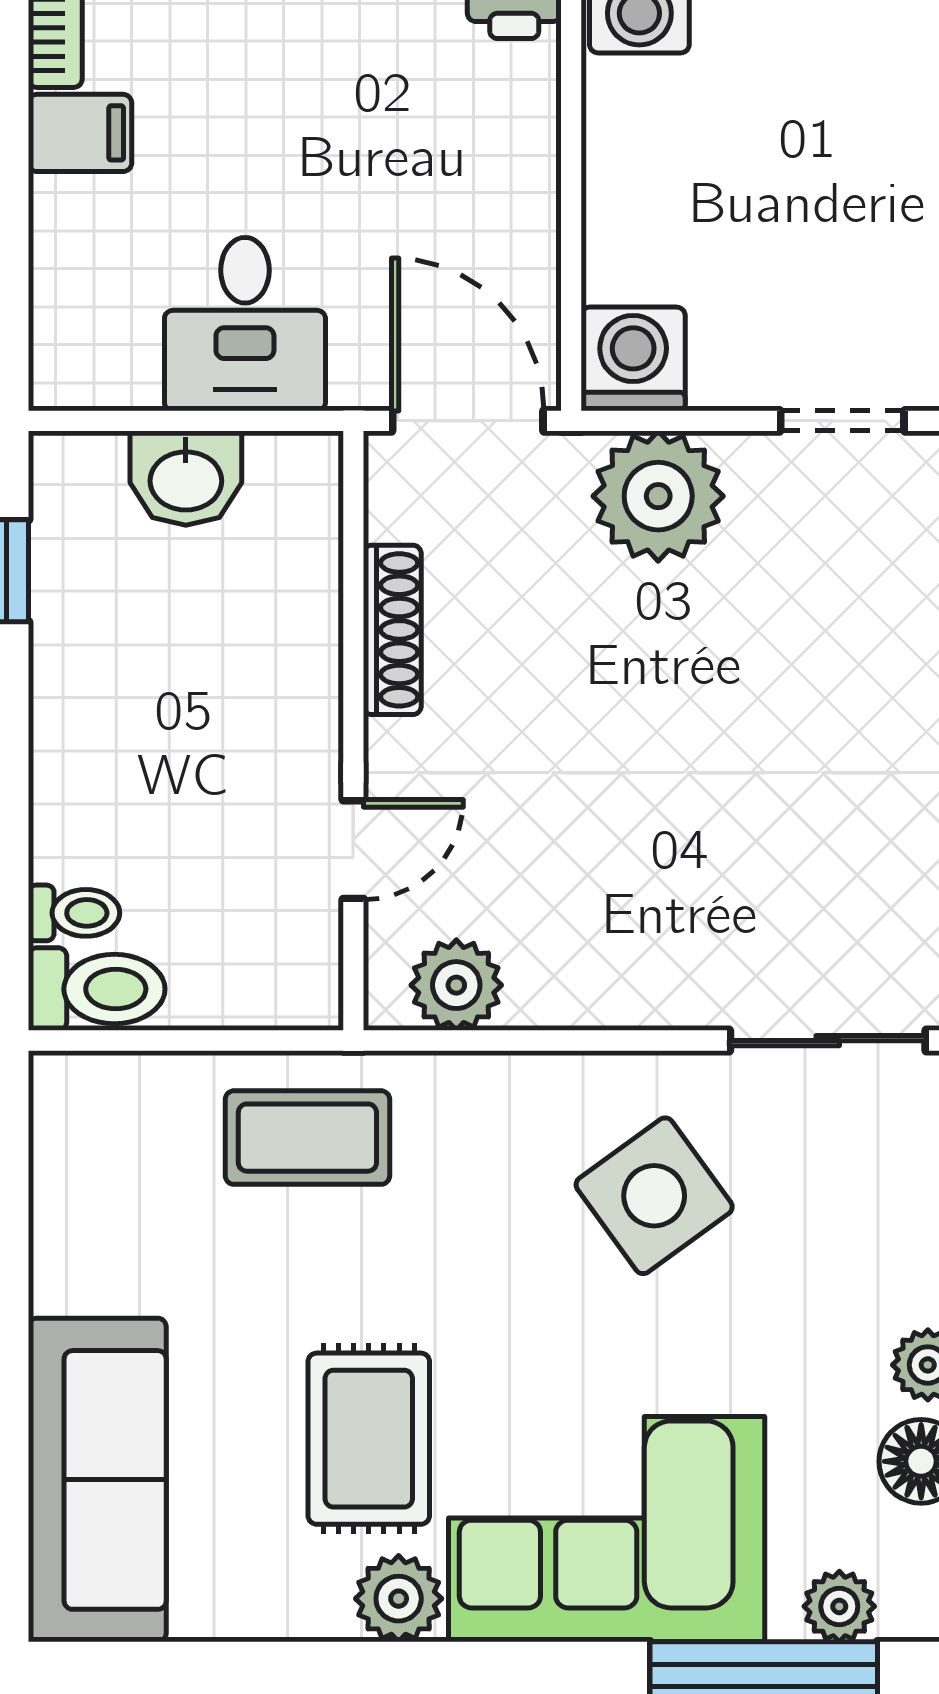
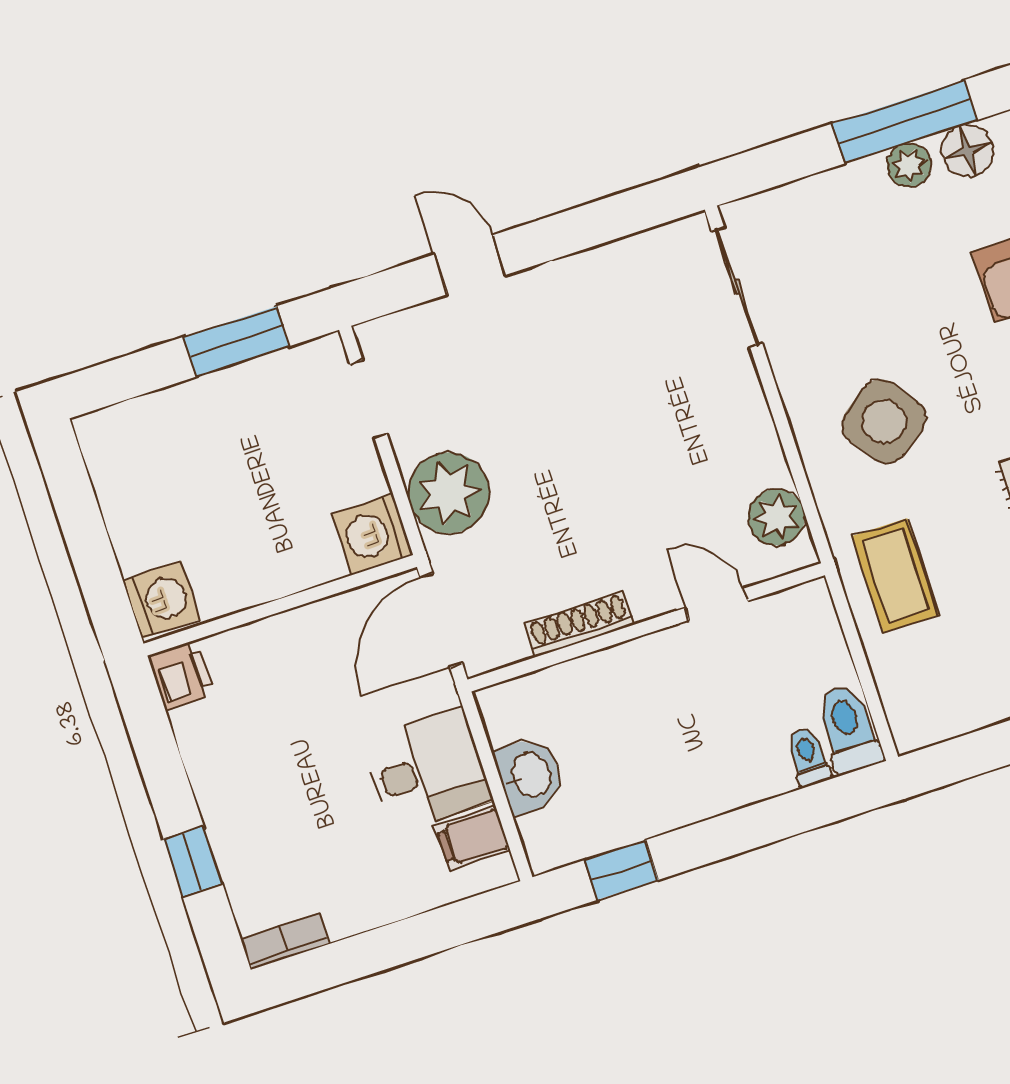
filing cabinet: (80, 133) -> (472, 838), moved, turned -90
side table: (654, 1196) -> (884, 421), moved

